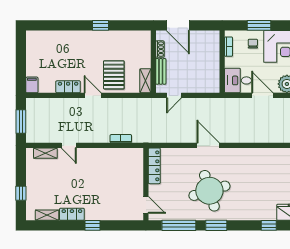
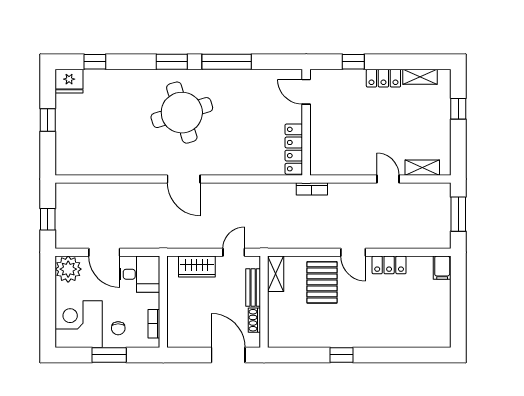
wardrobe: (199, 86) -> (197, 267), added
locker: (154, 166) -> (294, 149), moved
wall: (146, 184) -> (306, 122), moved
door: (146, 205) -> (306, 92), moved

